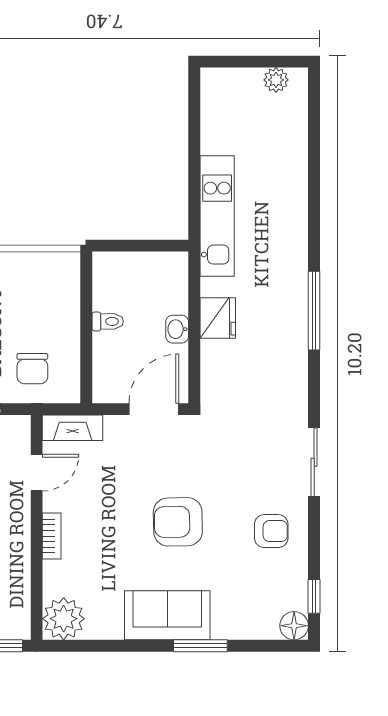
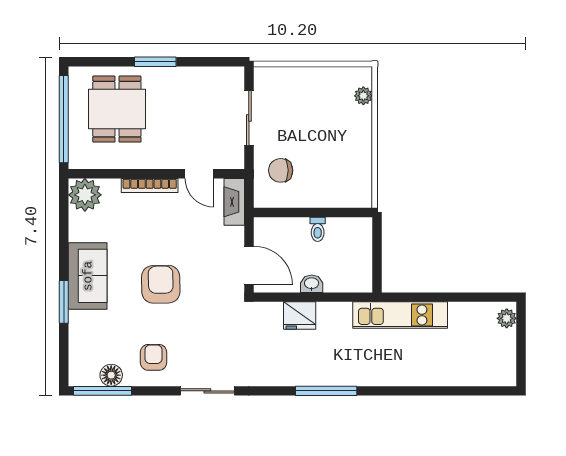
plant: (276, 80) -> (507, 318), moved
fridge: (218, 318) -> (300, 315), moved
armchair: (271, 531) -> (154, 357), turned 180
bookcase: (52, 536) -> (150, 185), width x1.56
window: (314, 596) -> (102, 391), width x2.17
floor lamp: (294, 626) -> (111, 375), moved

